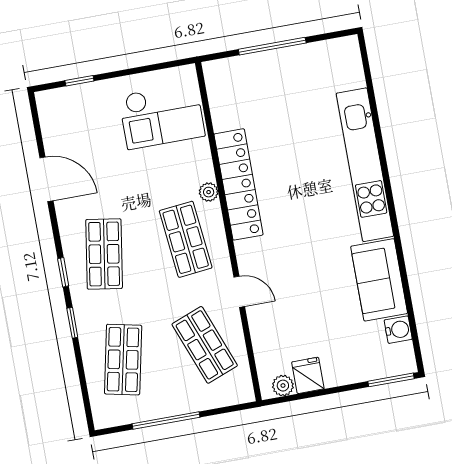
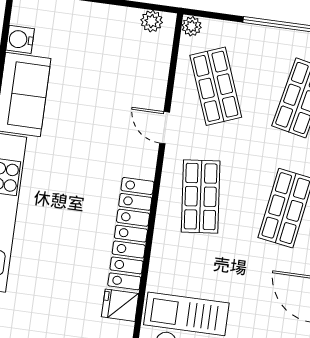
plant: (209, 192) -> (192, 26), moved
fridge: (308, 375) -> (120, 305), moved, turned 90

